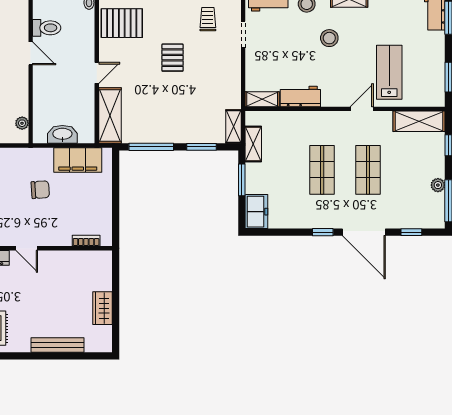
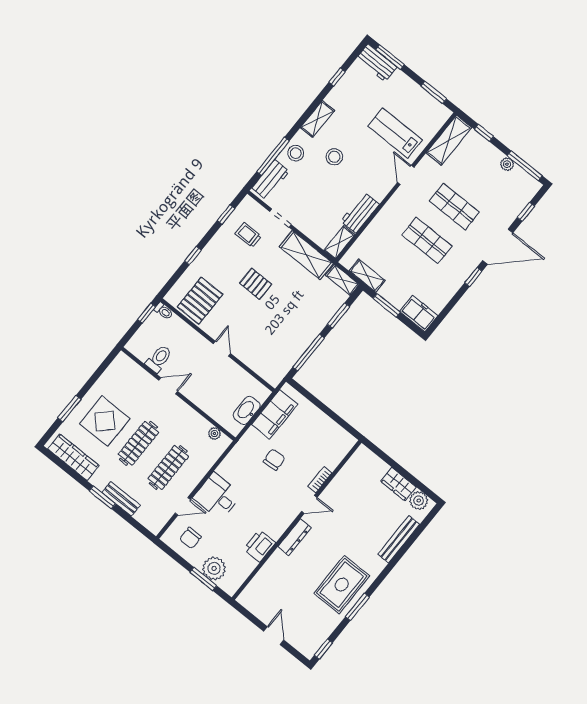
shelving: (110, 116) -> (306, 255), moved
bookcase: (86, 241) -> (320, 480), moved
plant: (102, 336) -> (419, 501), added

